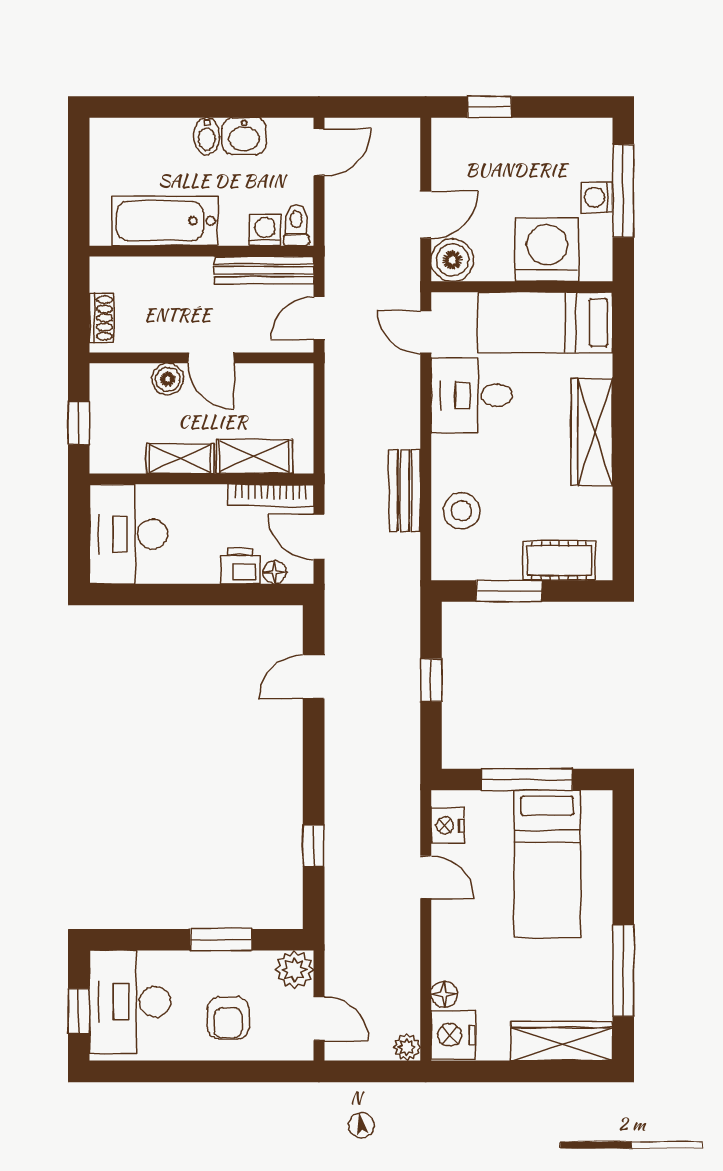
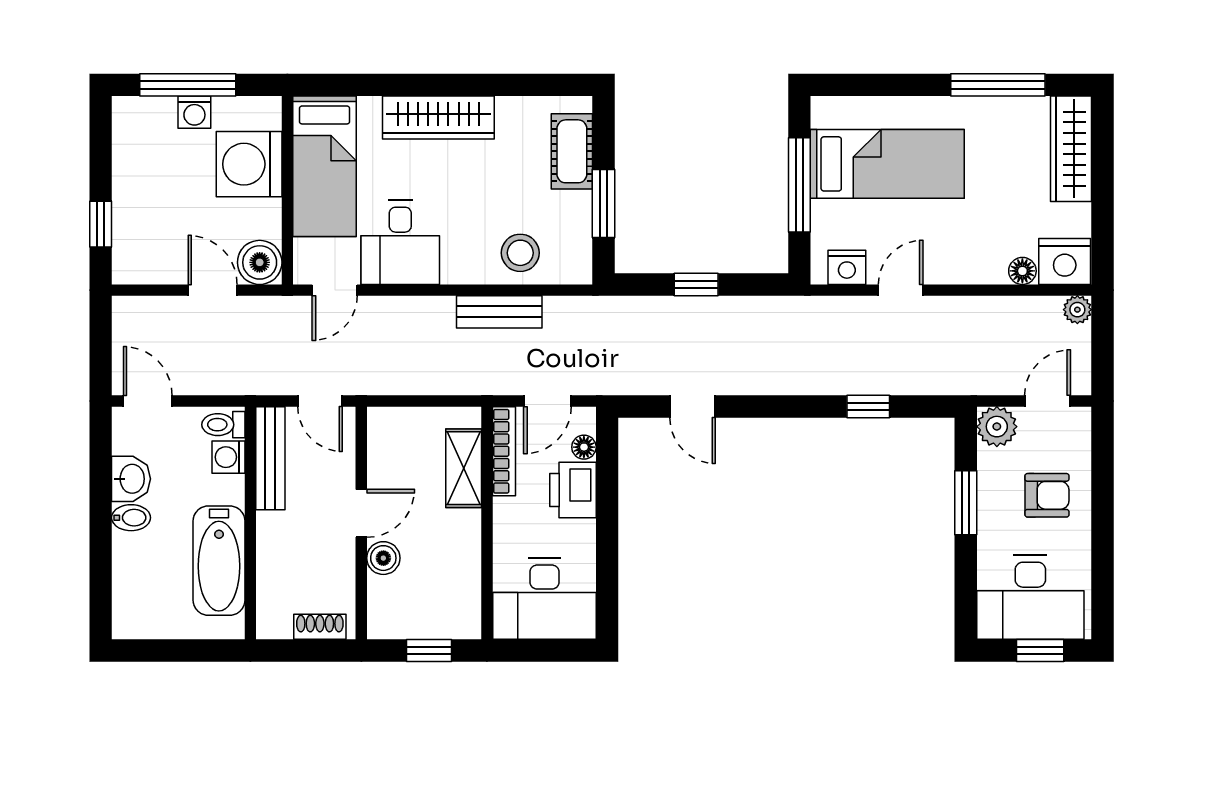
shelving: (180, 458) -> (466, 545), removed
printer: (240, 566) -> (573, 490), width x1.36, depth x1.24

